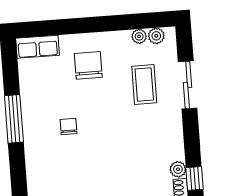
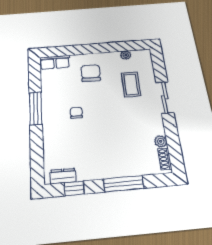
plant: (156, 36) -> (138, 55), removed
sliding door: (188, 85) -> (165, 97), moved
window: (195, 178) -> (174, 148), removed

